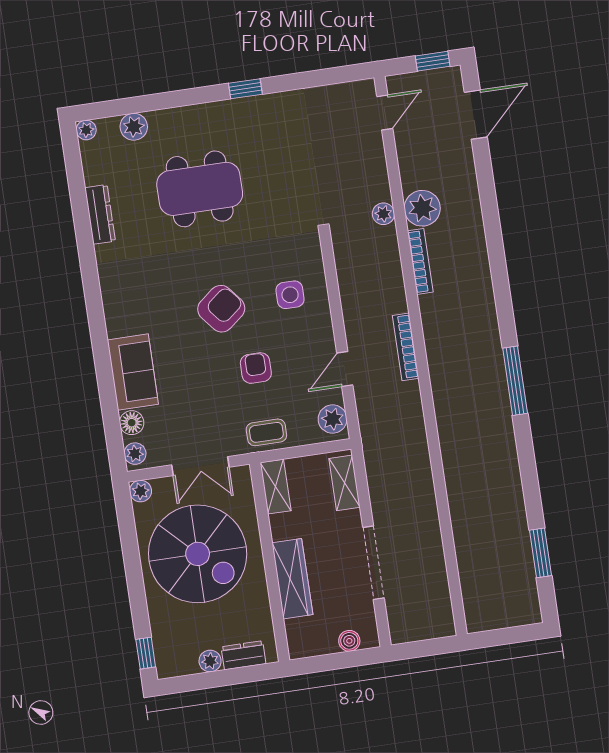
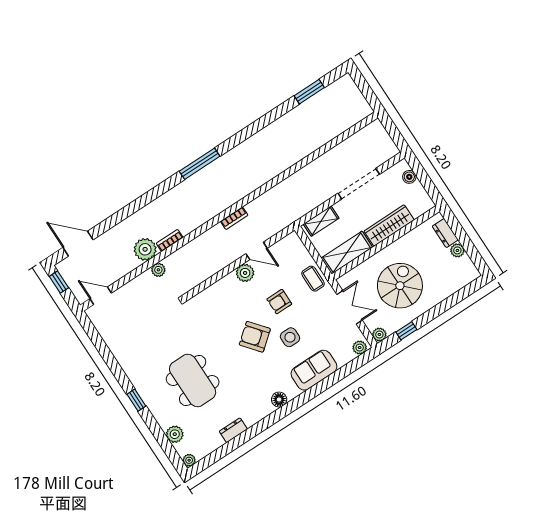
window: (245, 89) -> (136, 400), moved
dresser: (100, 214) -> (233, 430), width x0.70
bookcase: (420, 261) -> (170, 240), width x0.64
side table: (290, 295) -> (290, 337), moved
bookcase: (406, 347) -> (234, 218), width x0.64
window: (515, 381) -> (200, 164), moved
plant: (333, 419) -> (245, 273), moved
floor lamp: (132, 423) -> (279, 400), moved
shelving: (276, 487) -> (347, 253), width x1.50, depth x1.33
spiral stairs: (198, 554) -> (400, 286), width x0.73, depth x0.73
window: (146, 653) -> (406, 331), moved

